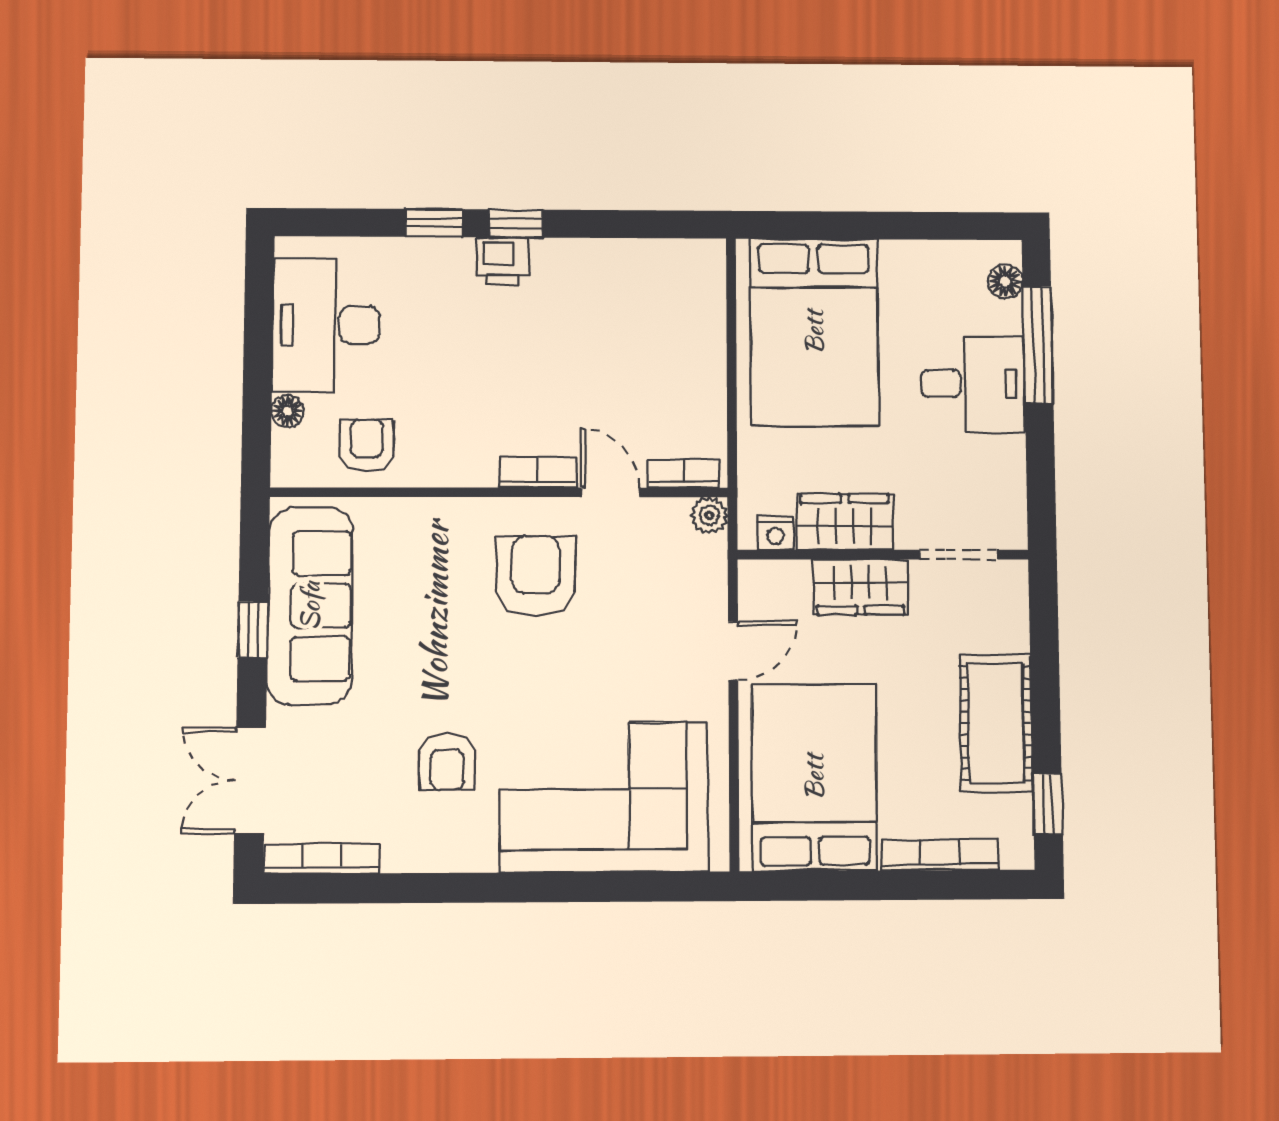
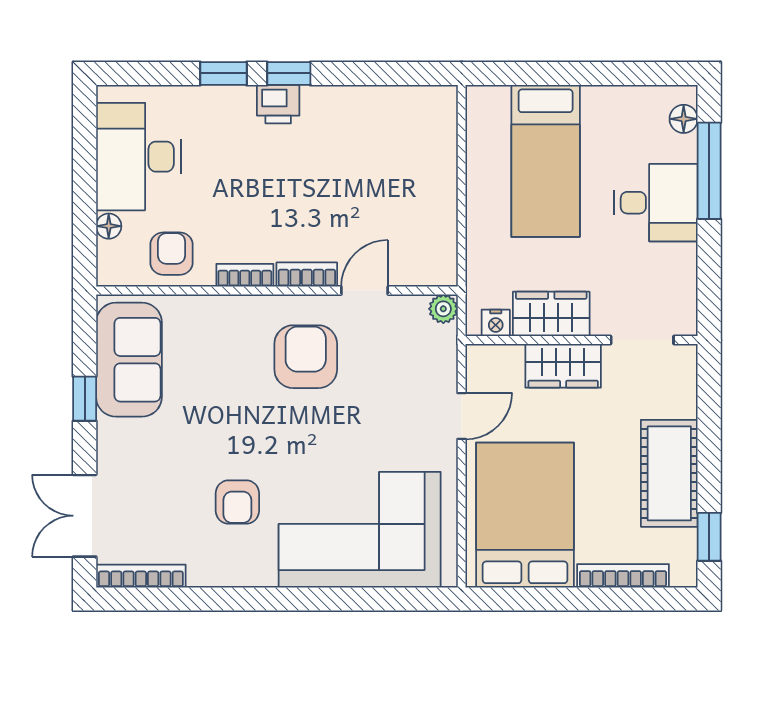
bed: (814, 332) -> (546, 161), width x0.67
bookcase: (683, 473) -> (245, 275), moved
door: (610, 492) -> (365, 291), hinge flipped
sofa: (310, 606) -> (129, 360), width x0.73

